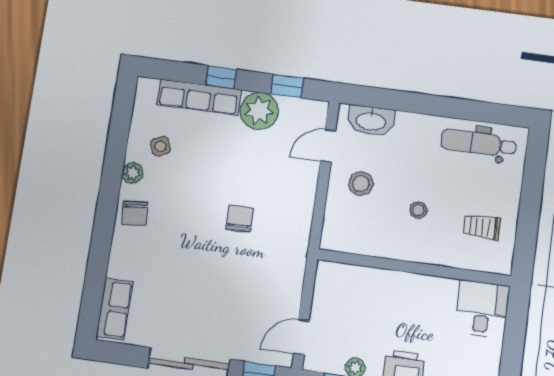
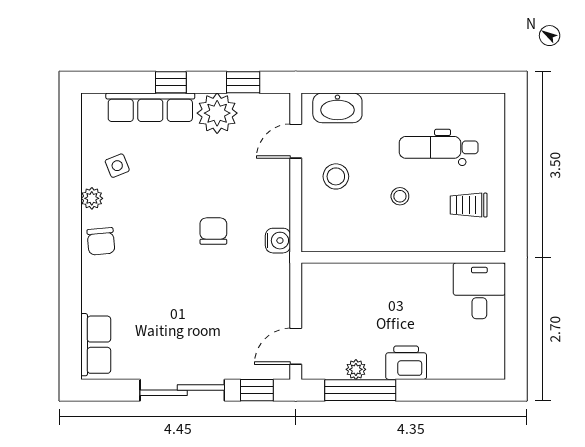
dental chair: (479, 143) -> (439, 147), moved
water cooler: (299, 236) -> (278, 241), added

